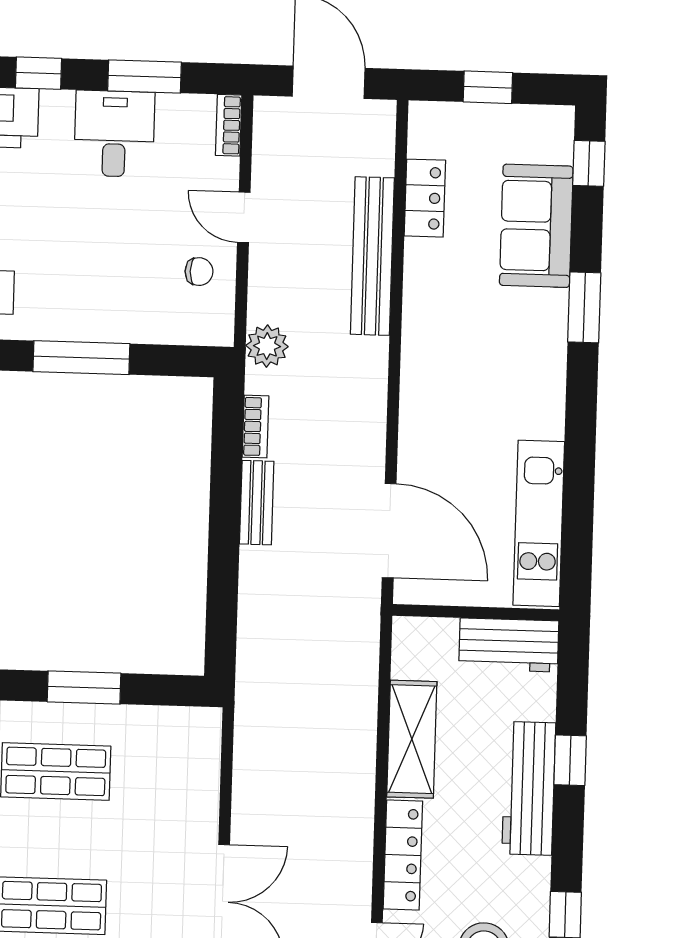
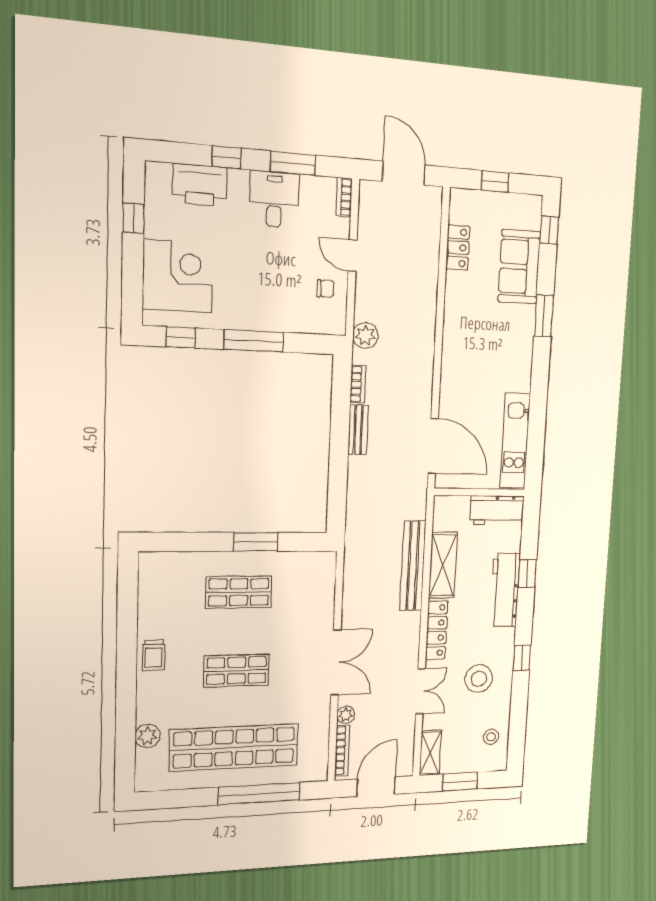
bench: (372, 256) -> (413, 566), moved

